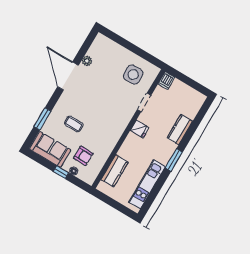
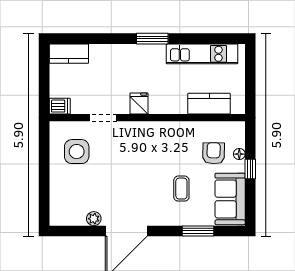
kitchen counter: (180, 130) -> (69, 54), moved

